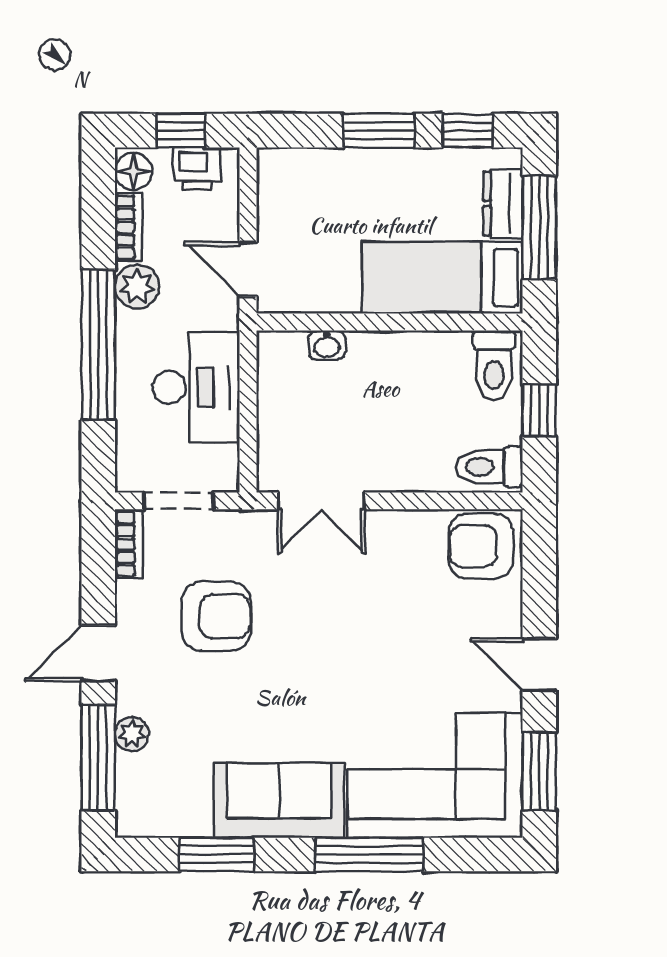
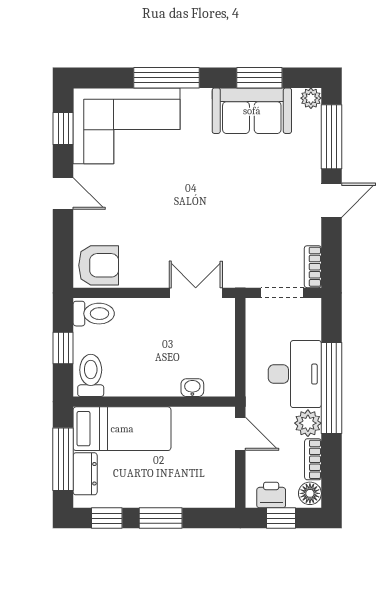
desk: (196, 387) -> (295, 374), moved, turned 180
armchair: (216, 616) -> (260, 223), removed
plant: (132, 734) -> (311, 98), moved
window: (539, 771) -> (63, 129), width x0.67
sofa: (279, 800) -> (252, 111), moved

